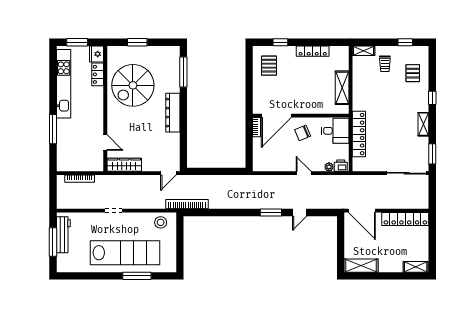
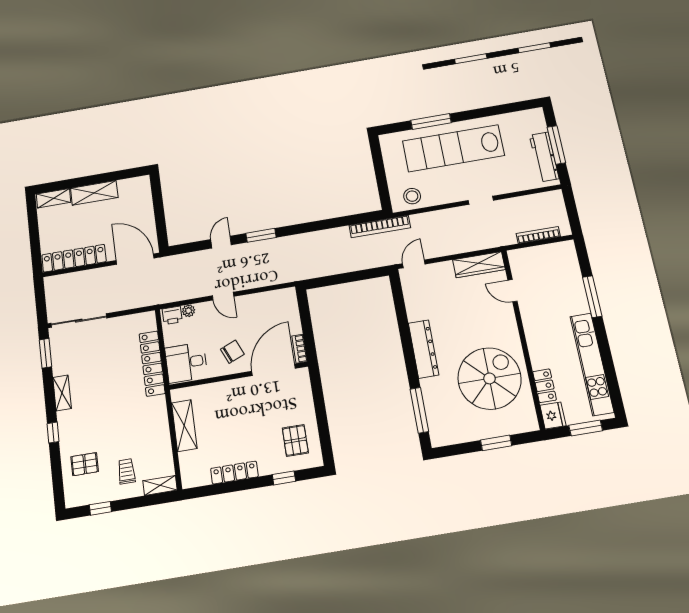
pallet: (413, 73) -> (85, 464), turned 90
shelving: (361, 266) -> (94, 193), moved

